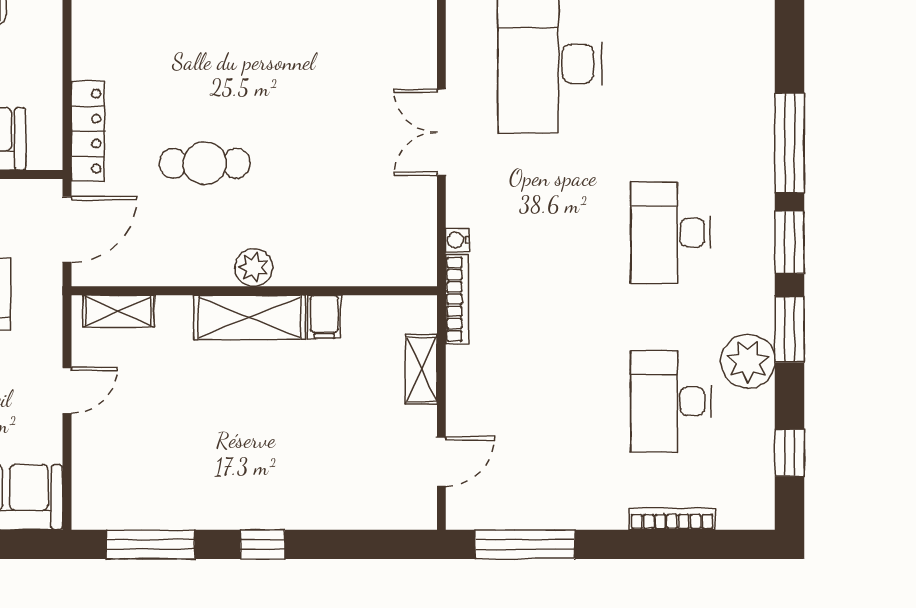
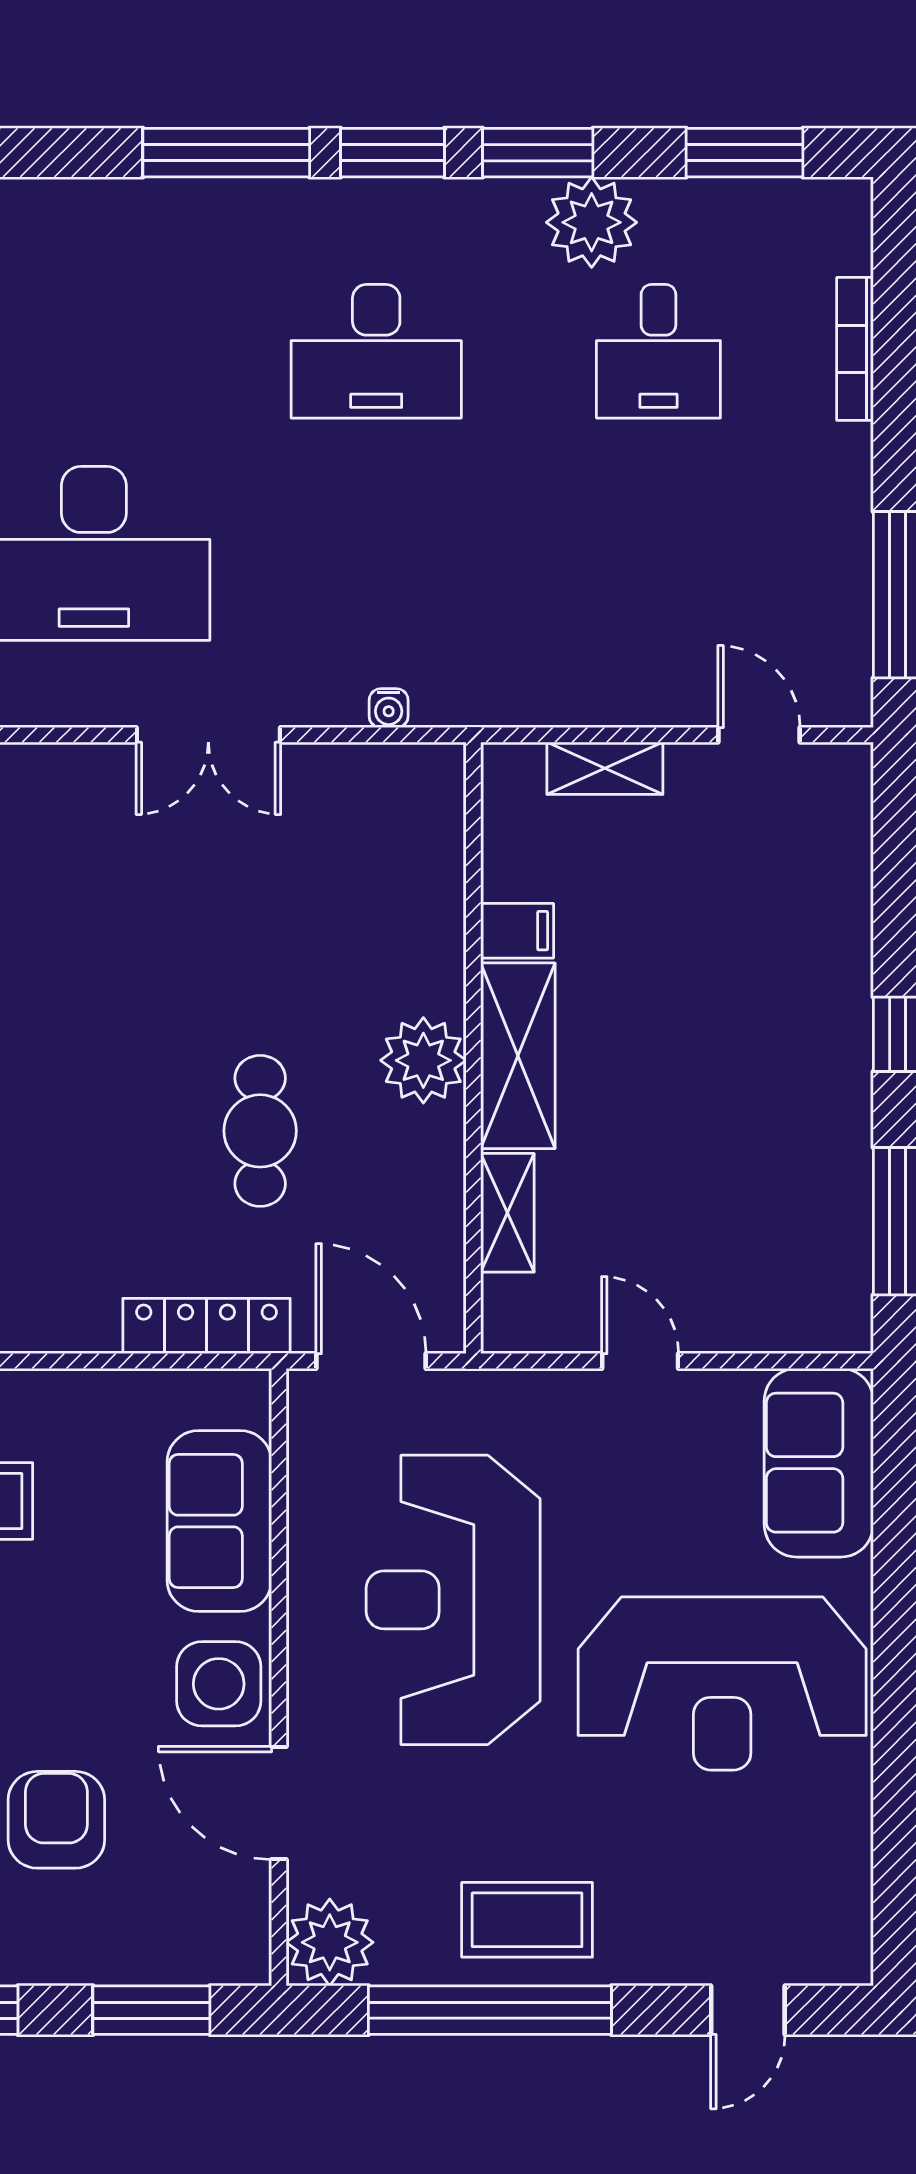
plant: (254, 268) -> (423, 1060), width x1.36, depth x1.36
bookcase: (457, 299) -> (488, 709), removed
shelving: (119, 311) -> (507, 1213), moved
desk: (671, 401) -> (658, 351), width x0.73
window: (790, 453) -> (745, 153), width x1.50

